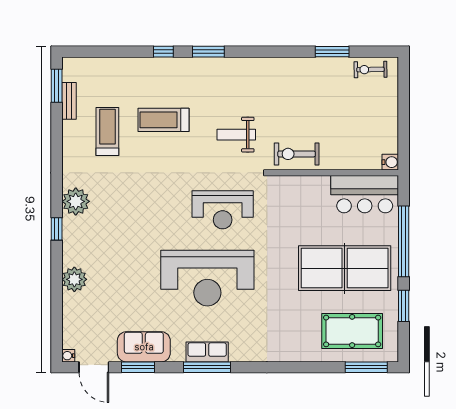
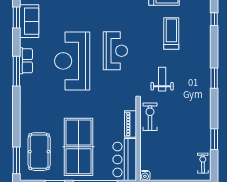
window: (163, 52) -> (214, 19), moved
window: (208, 52) -> (214, 78), moved
piano: (308, 185) -> (131, 124), added
reception desk: (223, 210) -> (115, 51), moved, turned 180
window: (207, 367) -> (16, 71), moved

